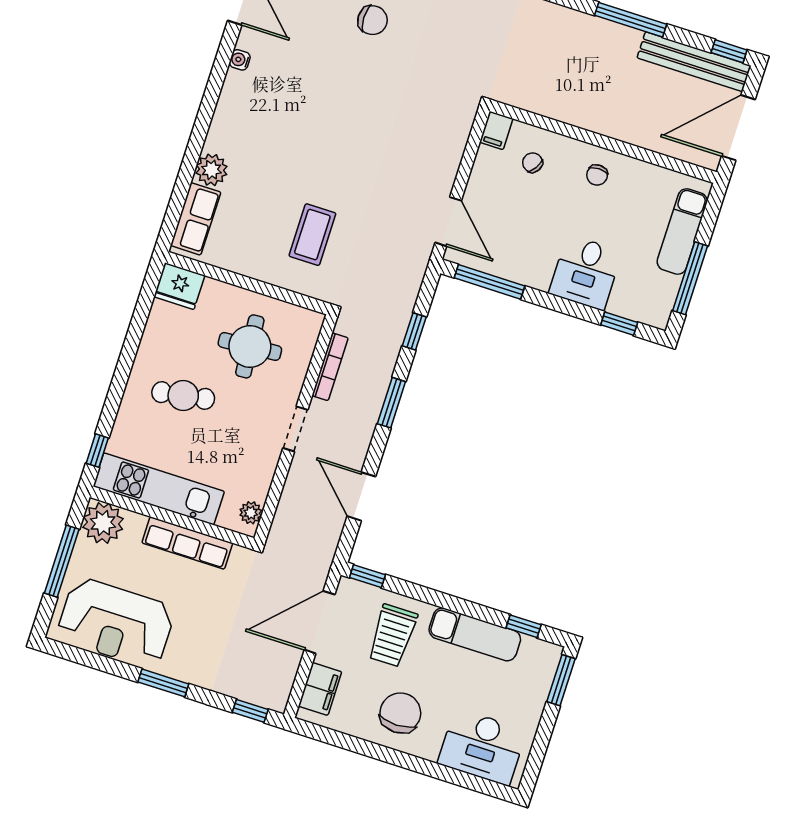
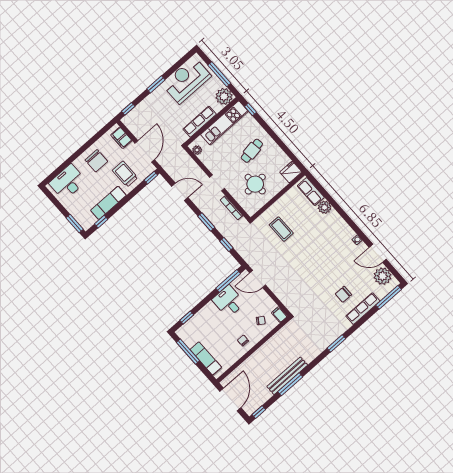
bench: (694, 62) -> (287, 376), moved
desk: (585, 272) -> (228, 301), moved

